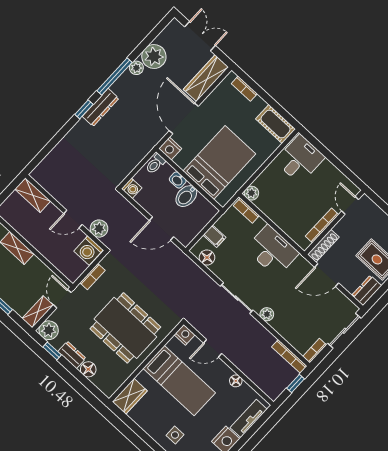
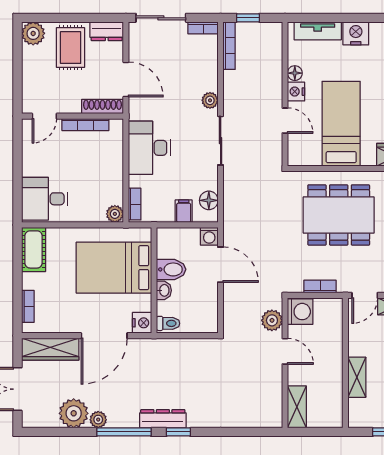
washing machine: (132, 188) -> (209, 236), moved, turned 180
dining table: (125, 328) -> (339, 215), turned 90
nightstand: (185, 335) -> (296, 92), moved

